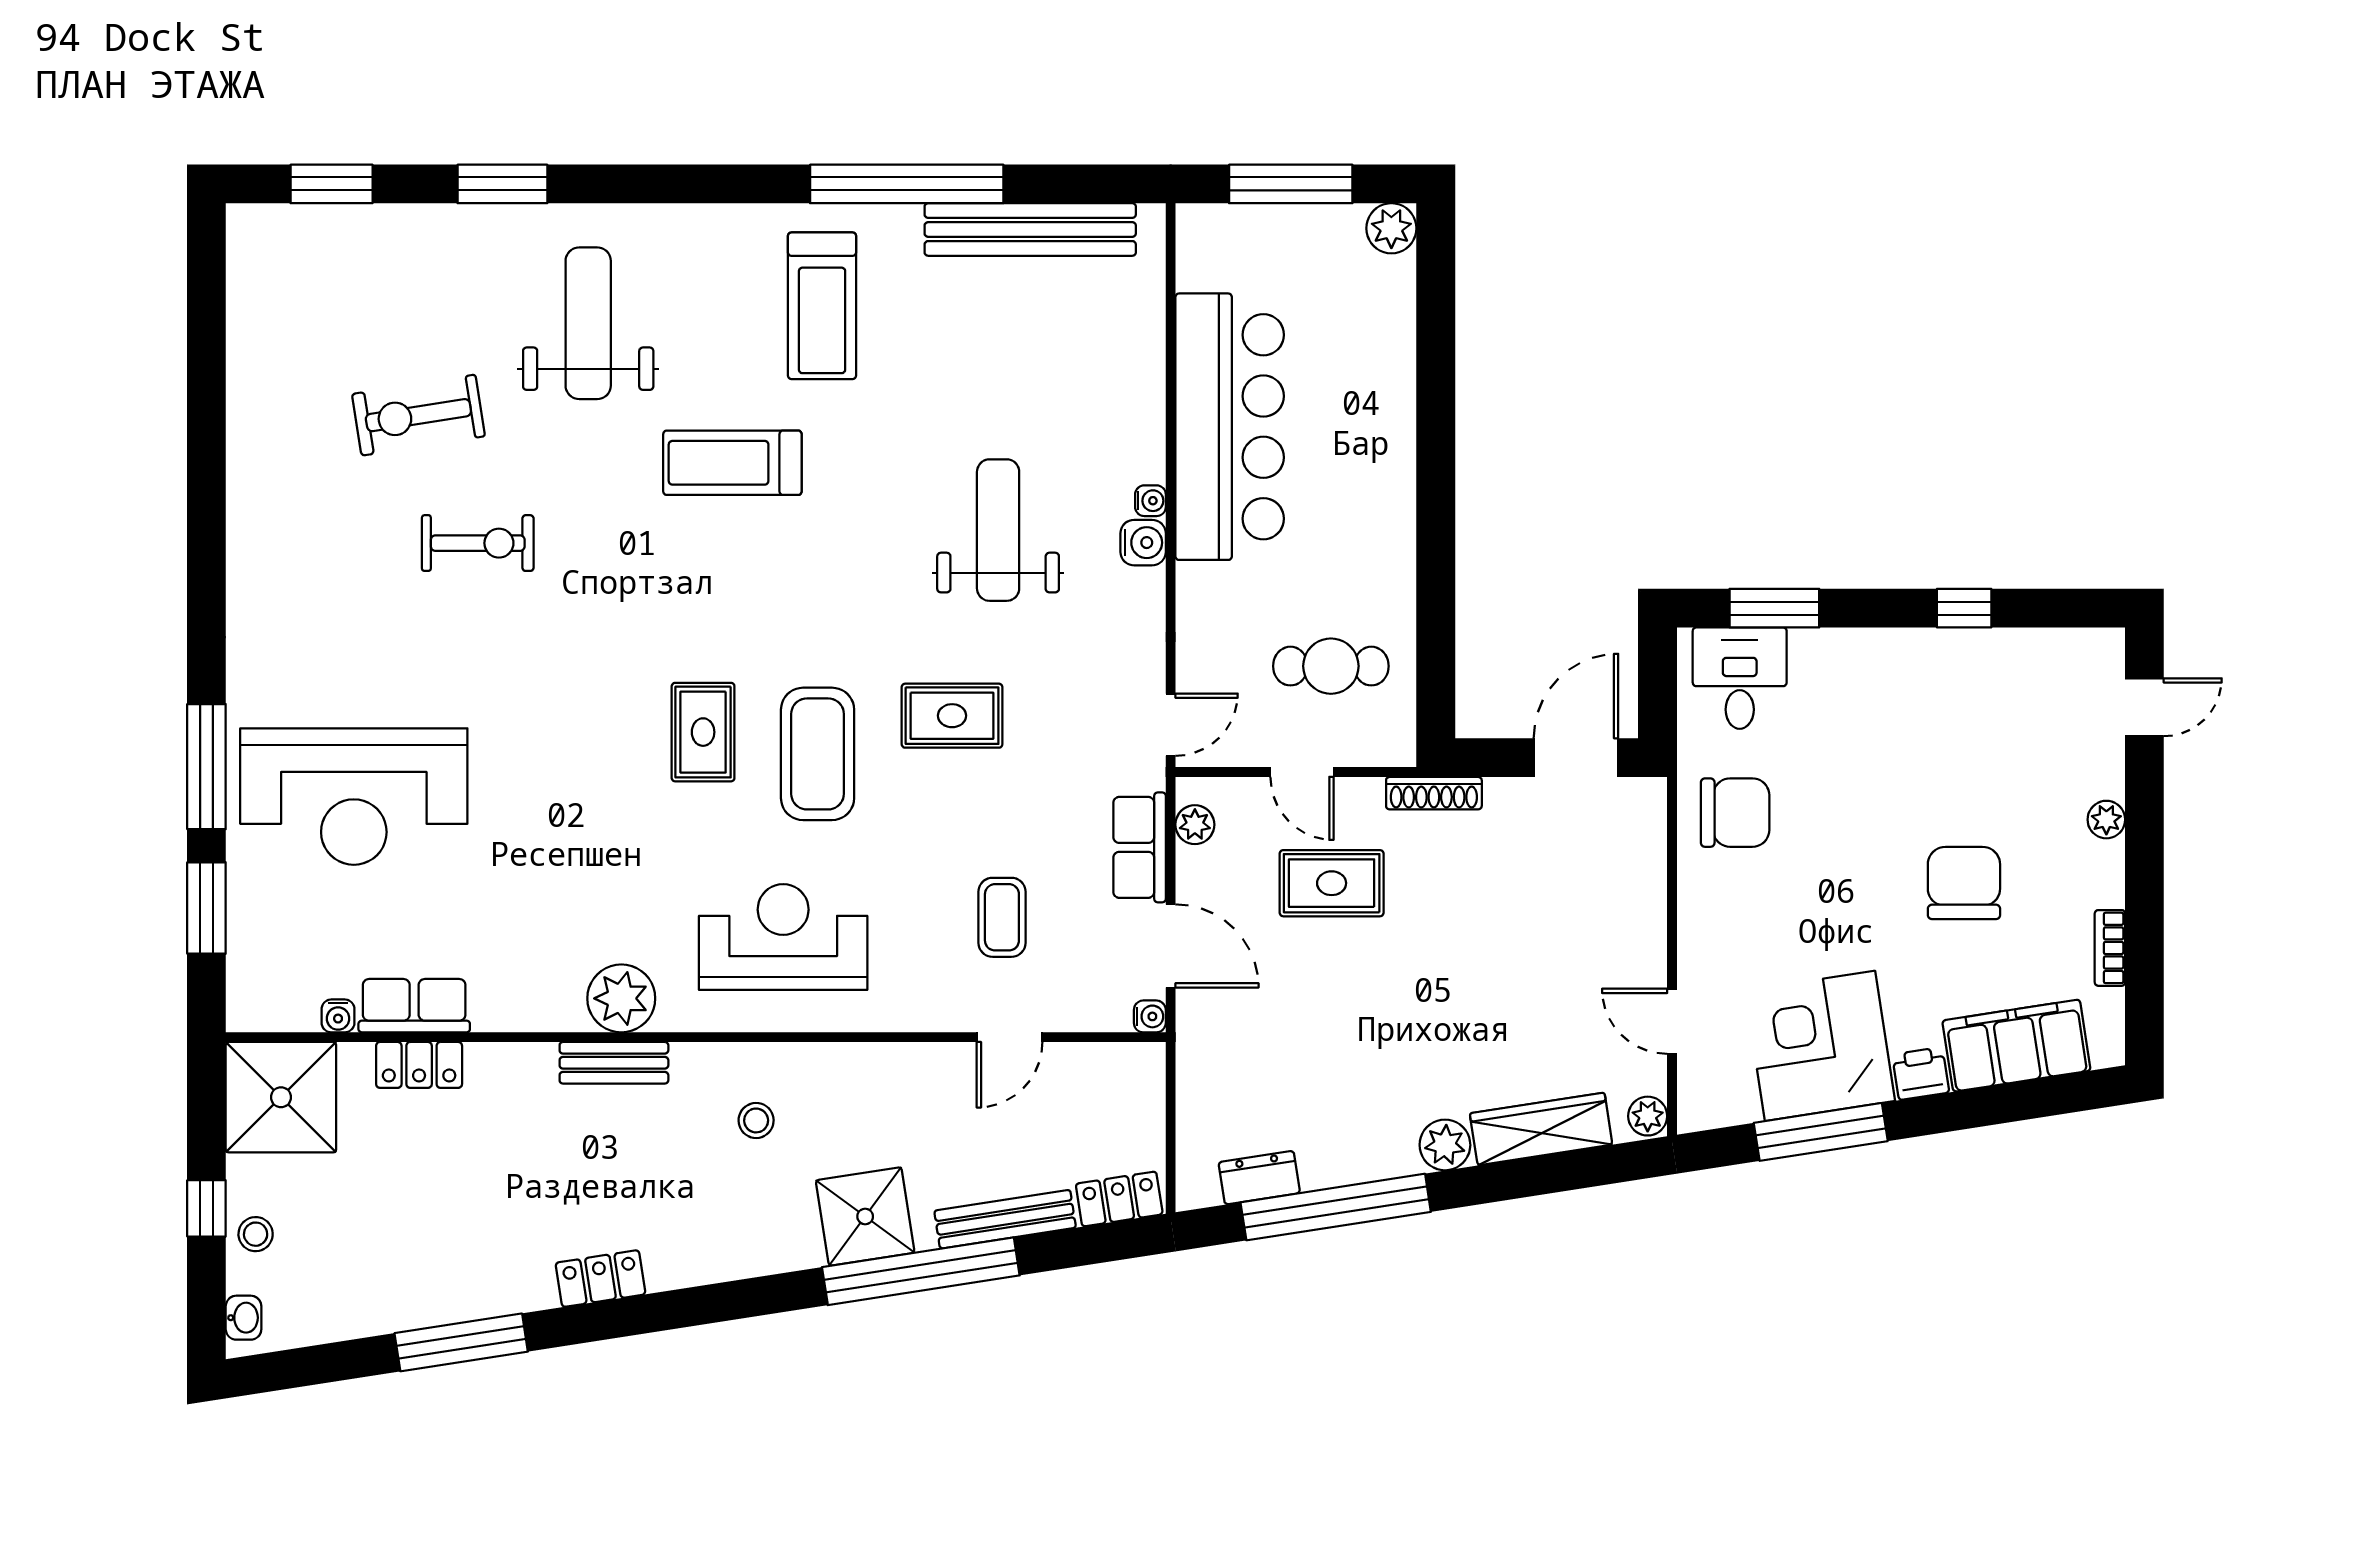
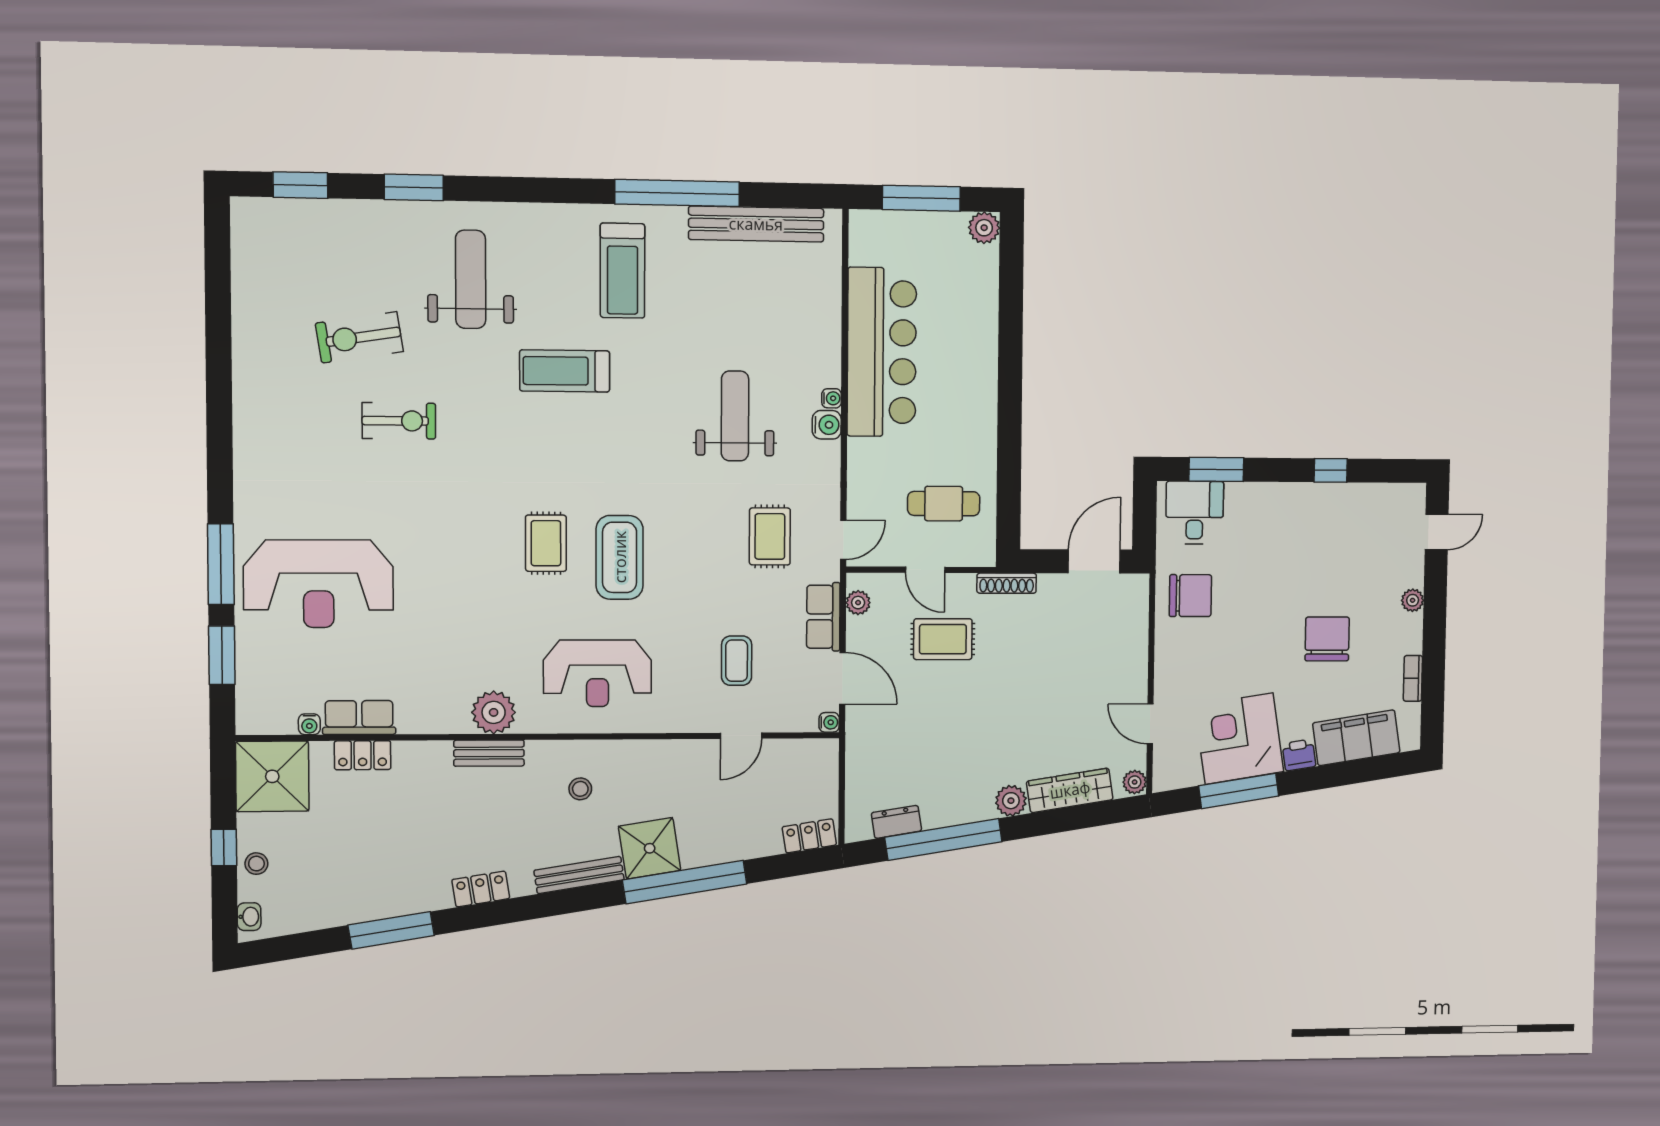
rug: (952, 716) -> (770, 536), moved, turned 90
reception desk: (783, 937) -> (597, 673), turned 180
bench: (1005, 1219) -> (579, 875), moved

